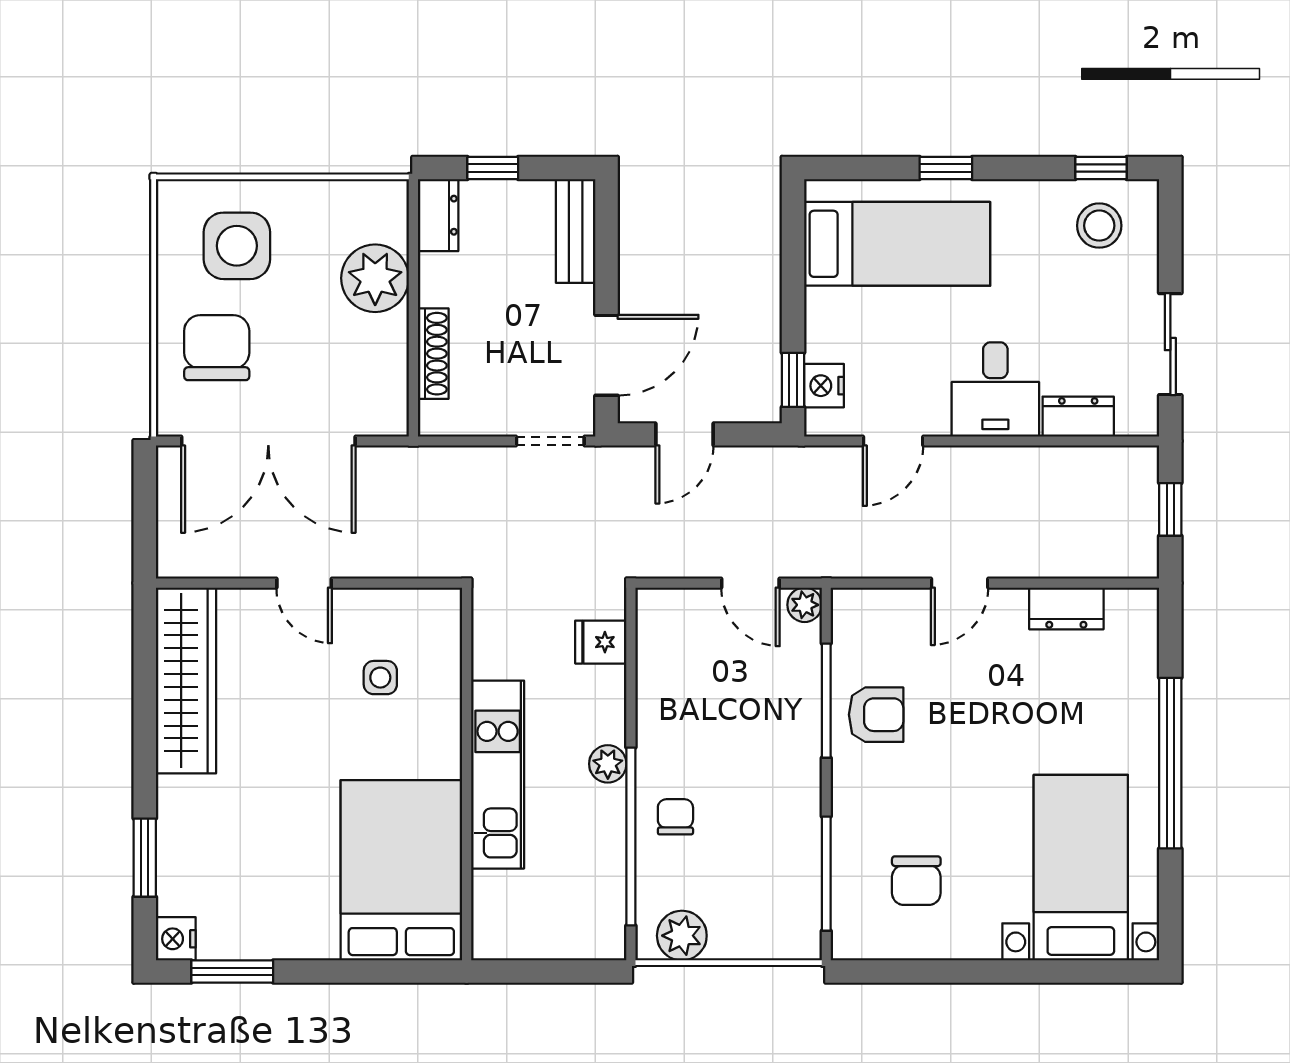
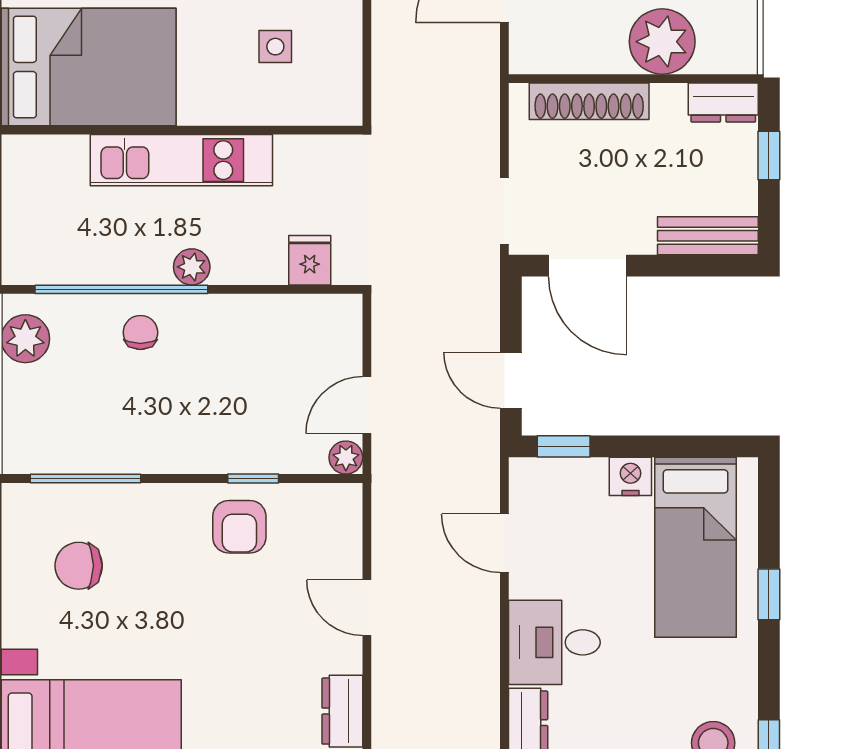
shoe rack: (433, 354) -> (589, 101), width x1.36, depth x1.24
nightstand: (824, 386) -> (630, 476), moved
door: (685, 434) -> (511, 380), moved
window: (826, 701) -> (253, 479), width x0.46
chair: (675, 817) -> (140, 332), turned -90

